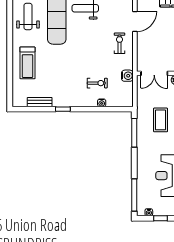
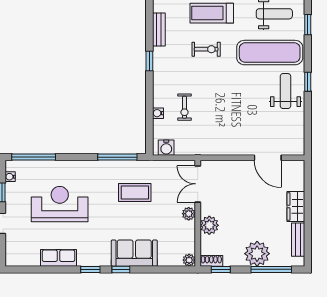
exercise bike: (120, 43) -> (206, 49), moved
water cooler: (127, 76) -> (166, 148), moved

